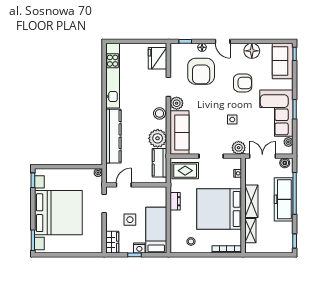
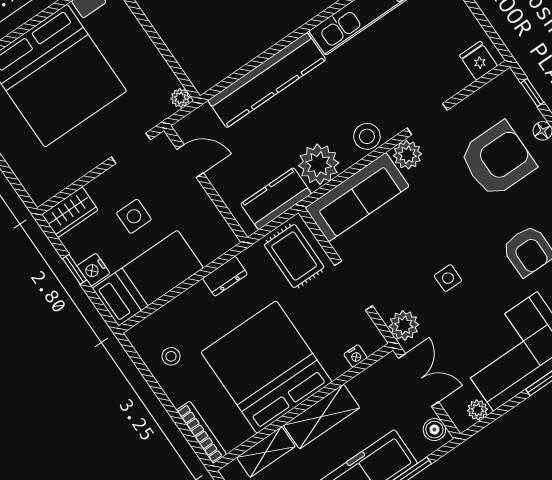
fridge: (158, 58) -> (478, 61), width x0.53, depth x0.75
armchair: (201, 71) -> (497, 159), turned 180

